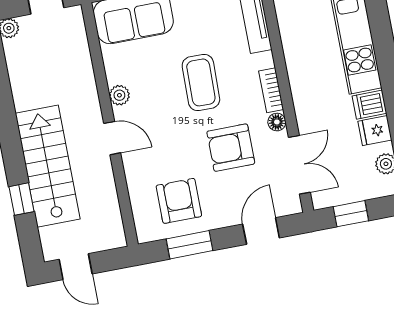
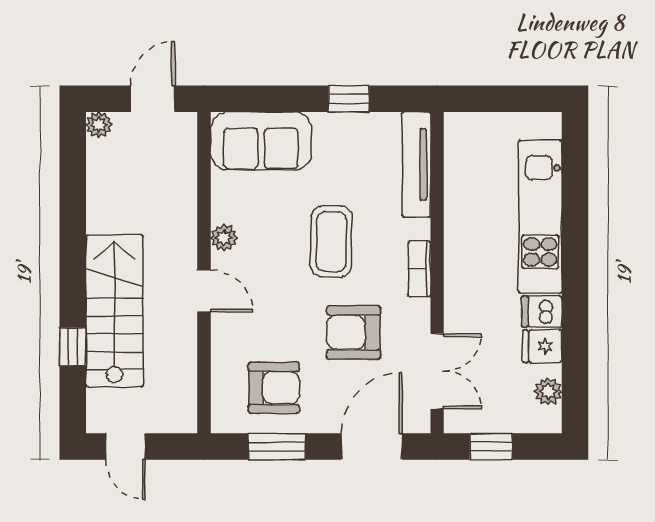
floor lamp: (277, 122) -> (419, 311), removed
armchair: (179, 201) -> (274, 388), turned 90
door: (261, 231) -> (372, 447), width x1.38

